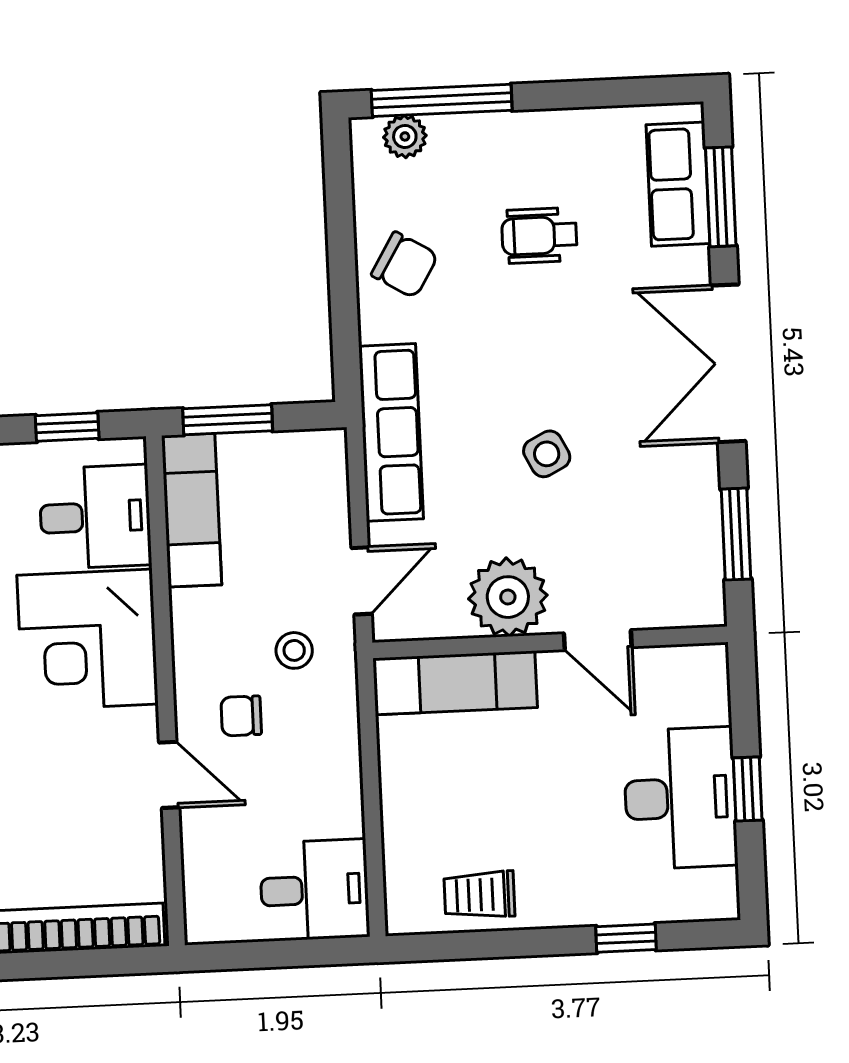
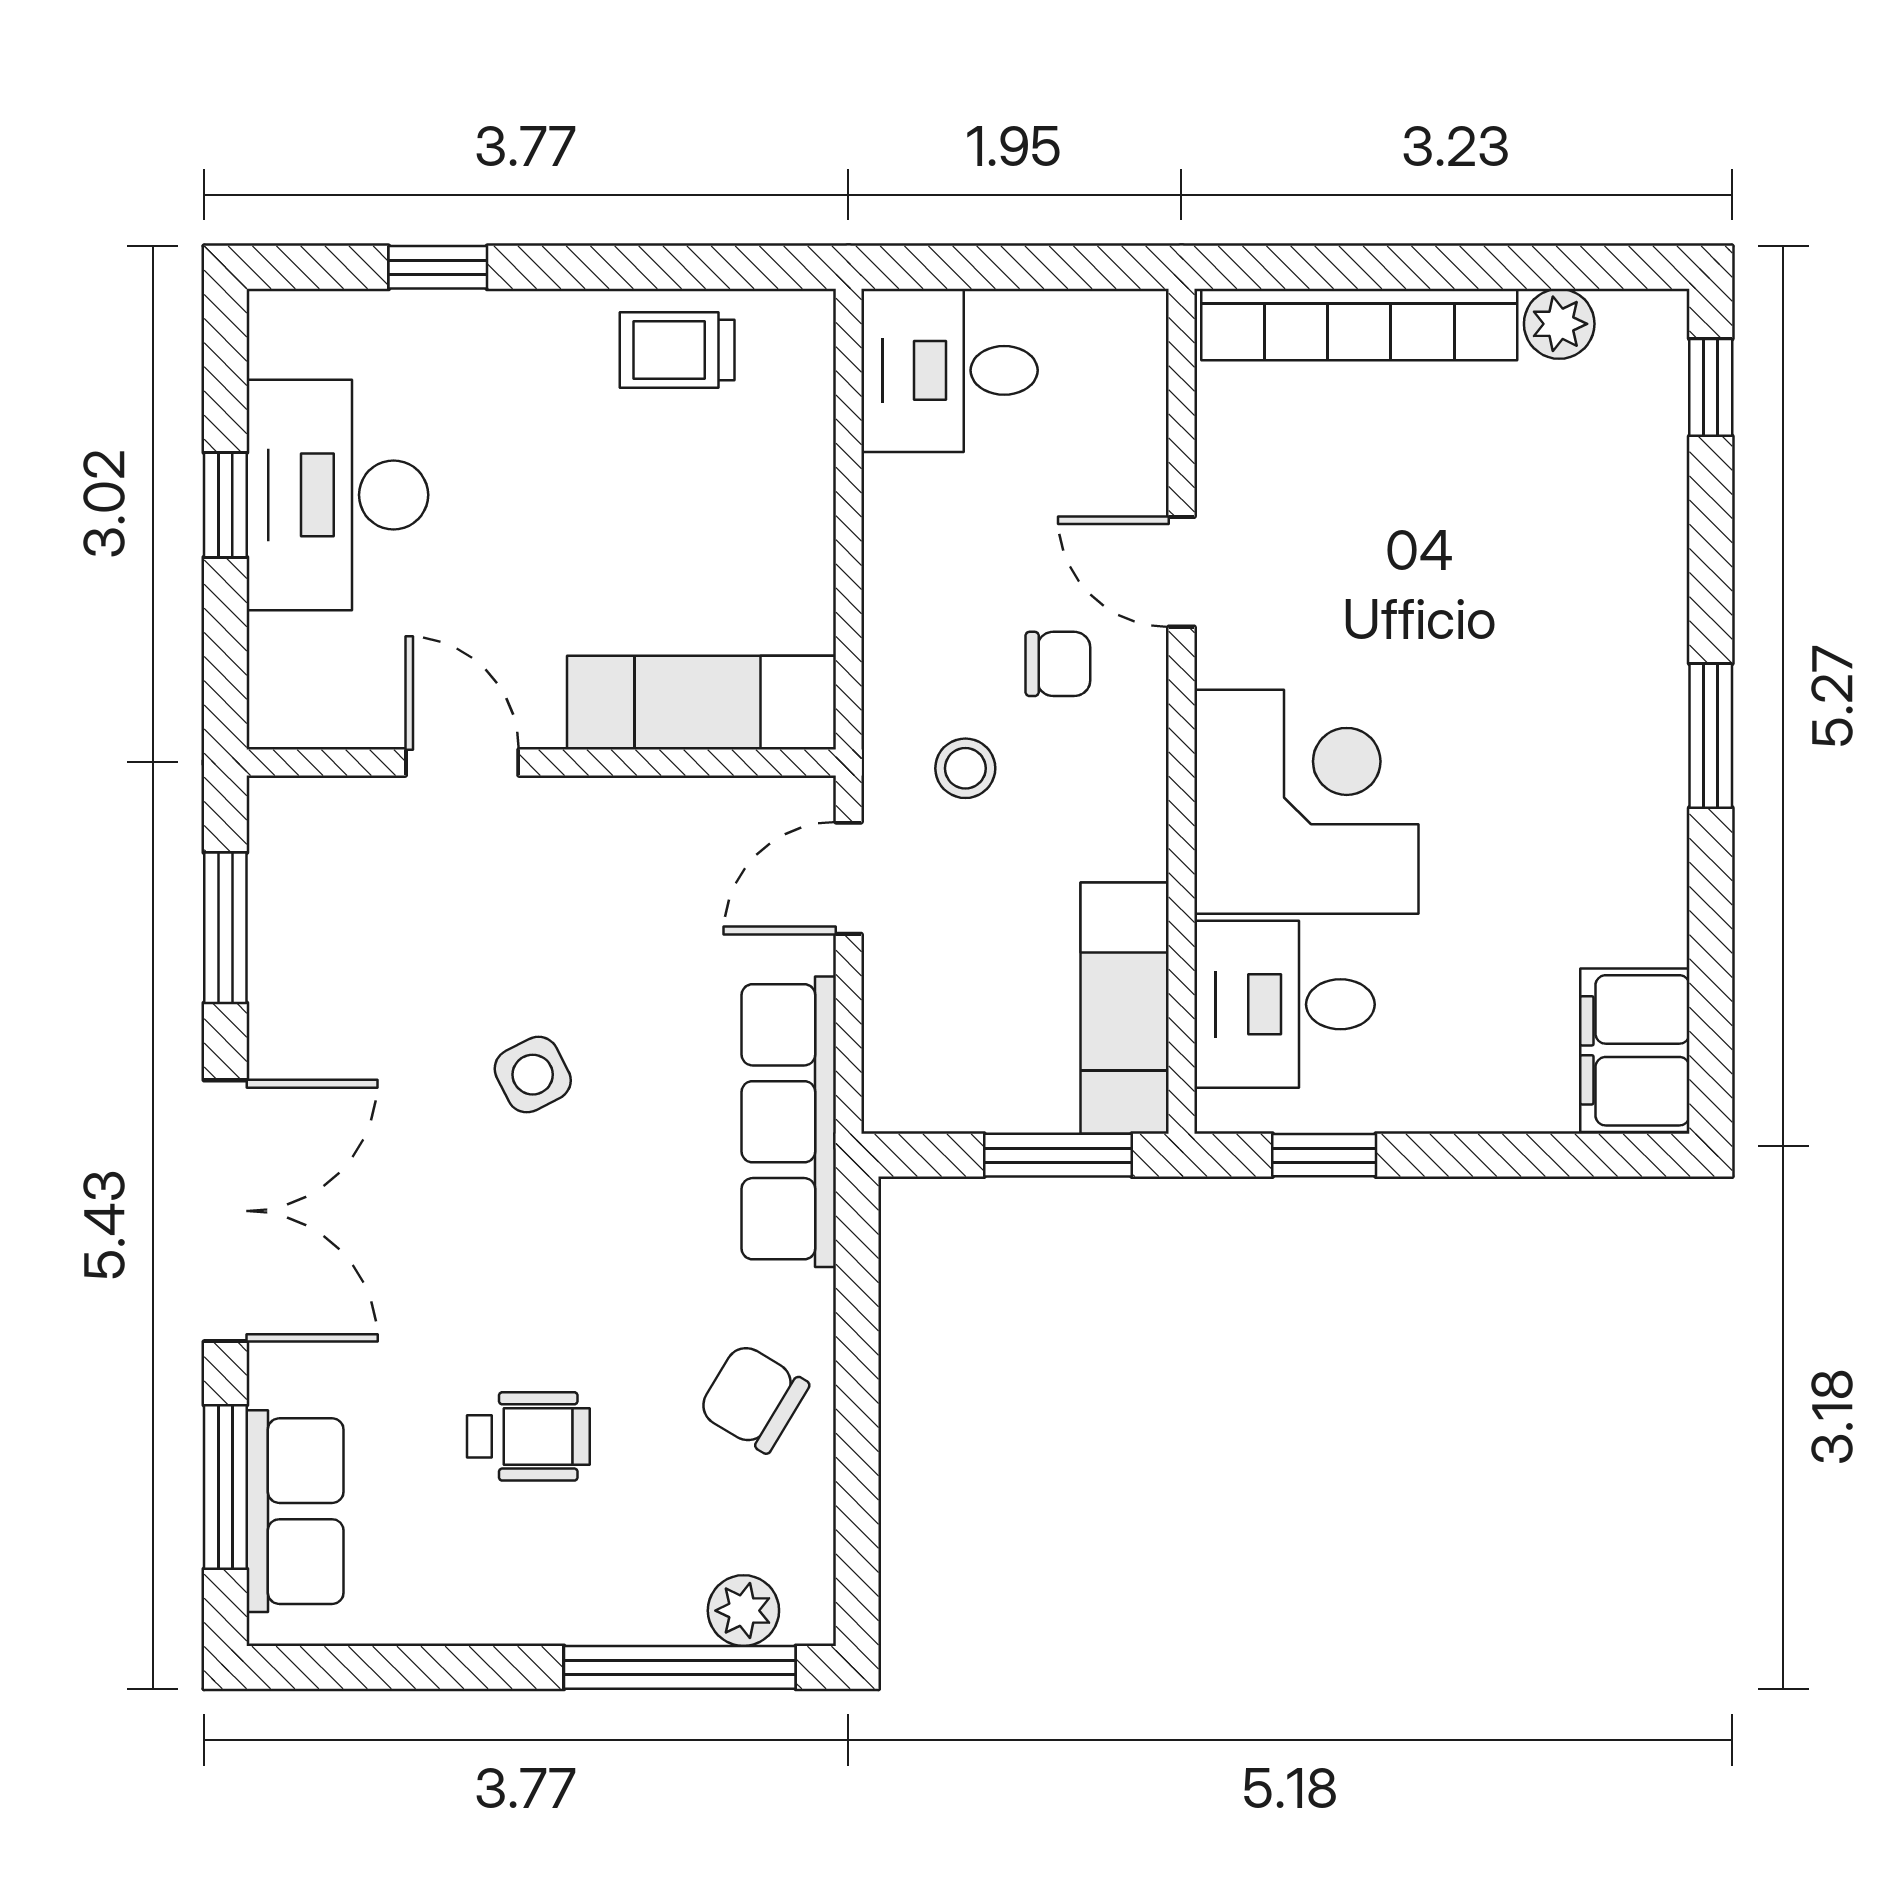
plant: (508, 597) -> (608, 841), removed
trolley: (479, 895) -> (677, 350), turned 180

